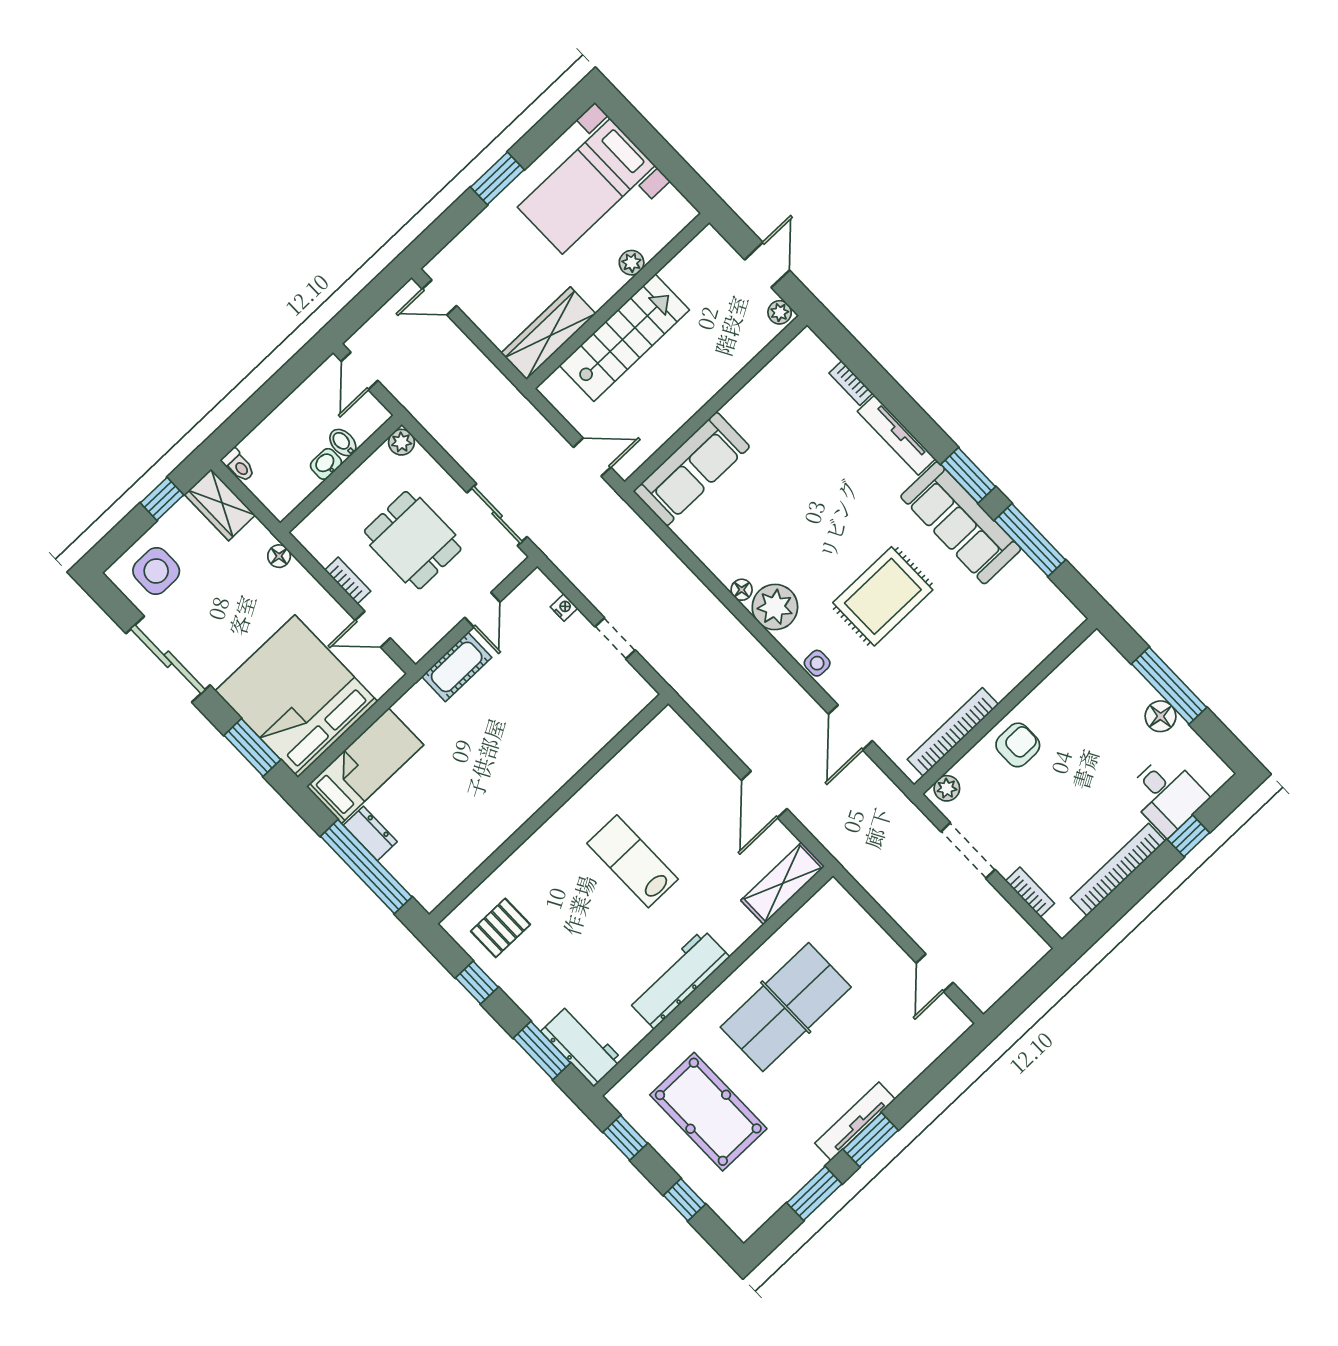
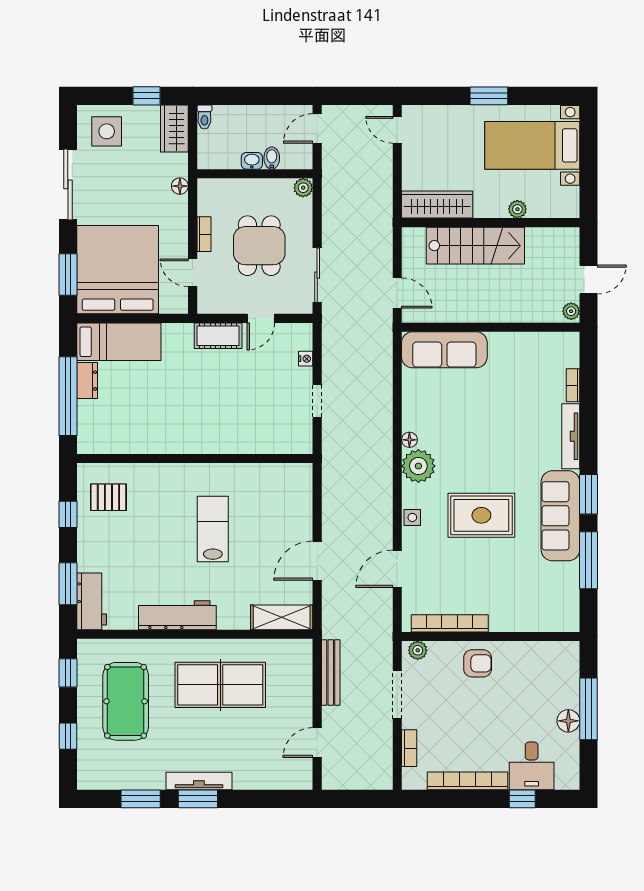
bench: (882, 891) -> (331, 673), added

